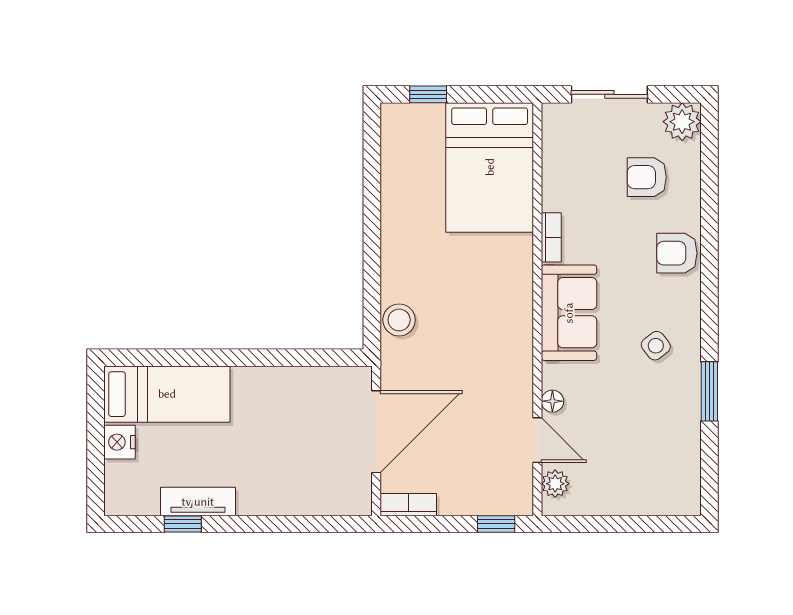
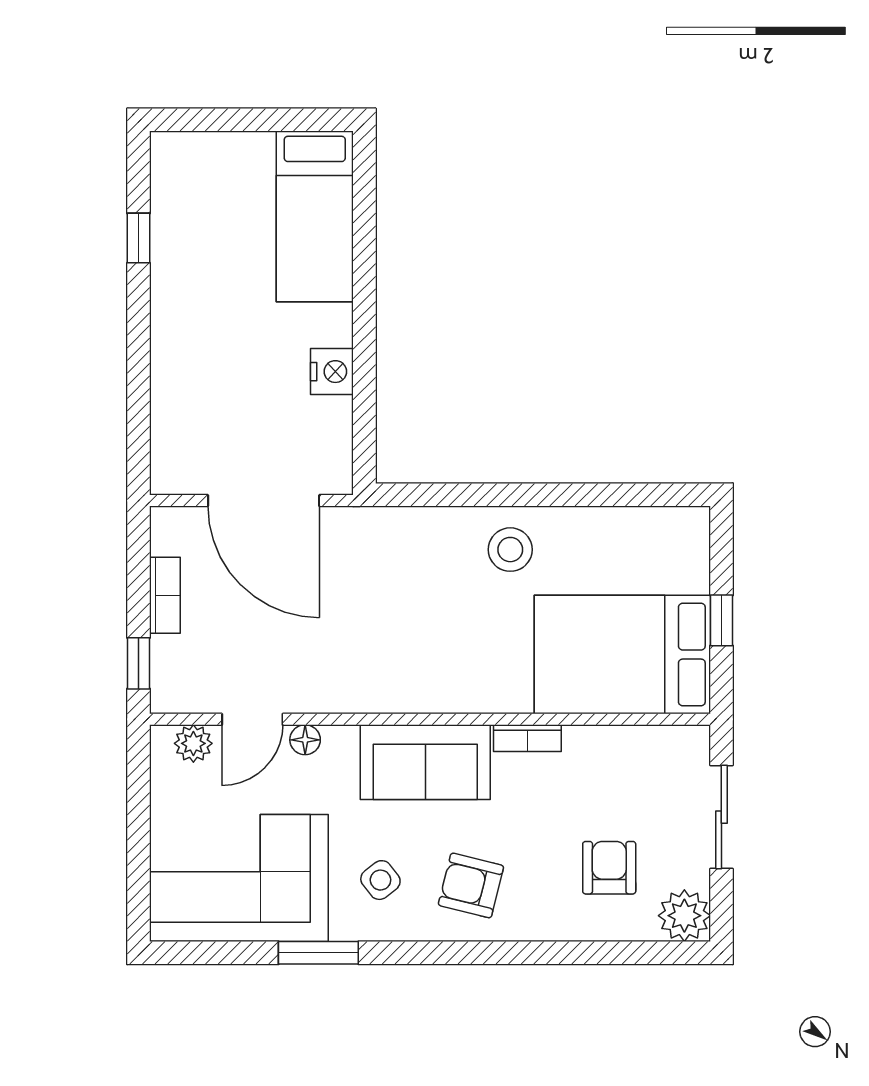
window: (428, 94) -> (721, 620), moved
armchair: (677, 253) -> (471, 885), moved, turned -76
stool: (399, 320) -> (510, 550), moved
nightstand: (119, 442) -> (332, 372), moved, turned 90
corner sofa: (654, 450) -> (239, 878), added
tv unit: (198, 502) -> (169, 259), removed
bookcase: (408, 505) -> (165, 595), moved

